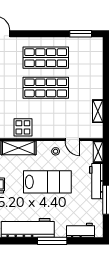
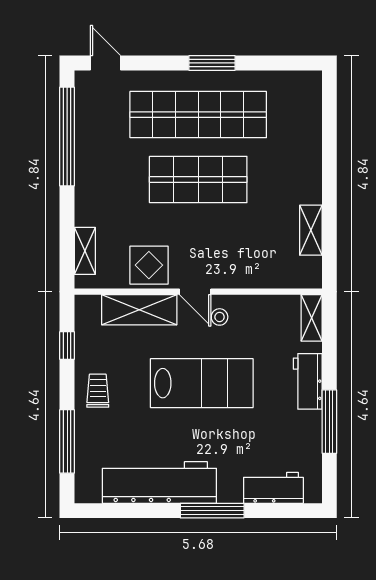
window: (81, 34) -> (212, 63), moved
shop shelf: (46, 58) -> (198, 115), width x1.40
door: (72, 140) -> (195, 292), moved
workbench: (96, 181) -> (308, 381), width x0.73

